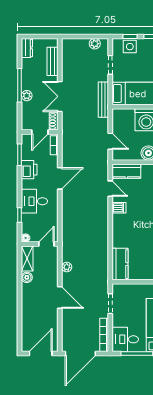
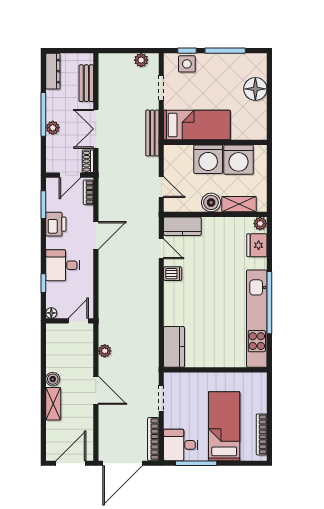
dresser: (27, 48) -> (53, 71), width x1.44
shelving: (27, 258) -> (53, 404), moved
boiler: (27, 277) -> (53, 379), moved

